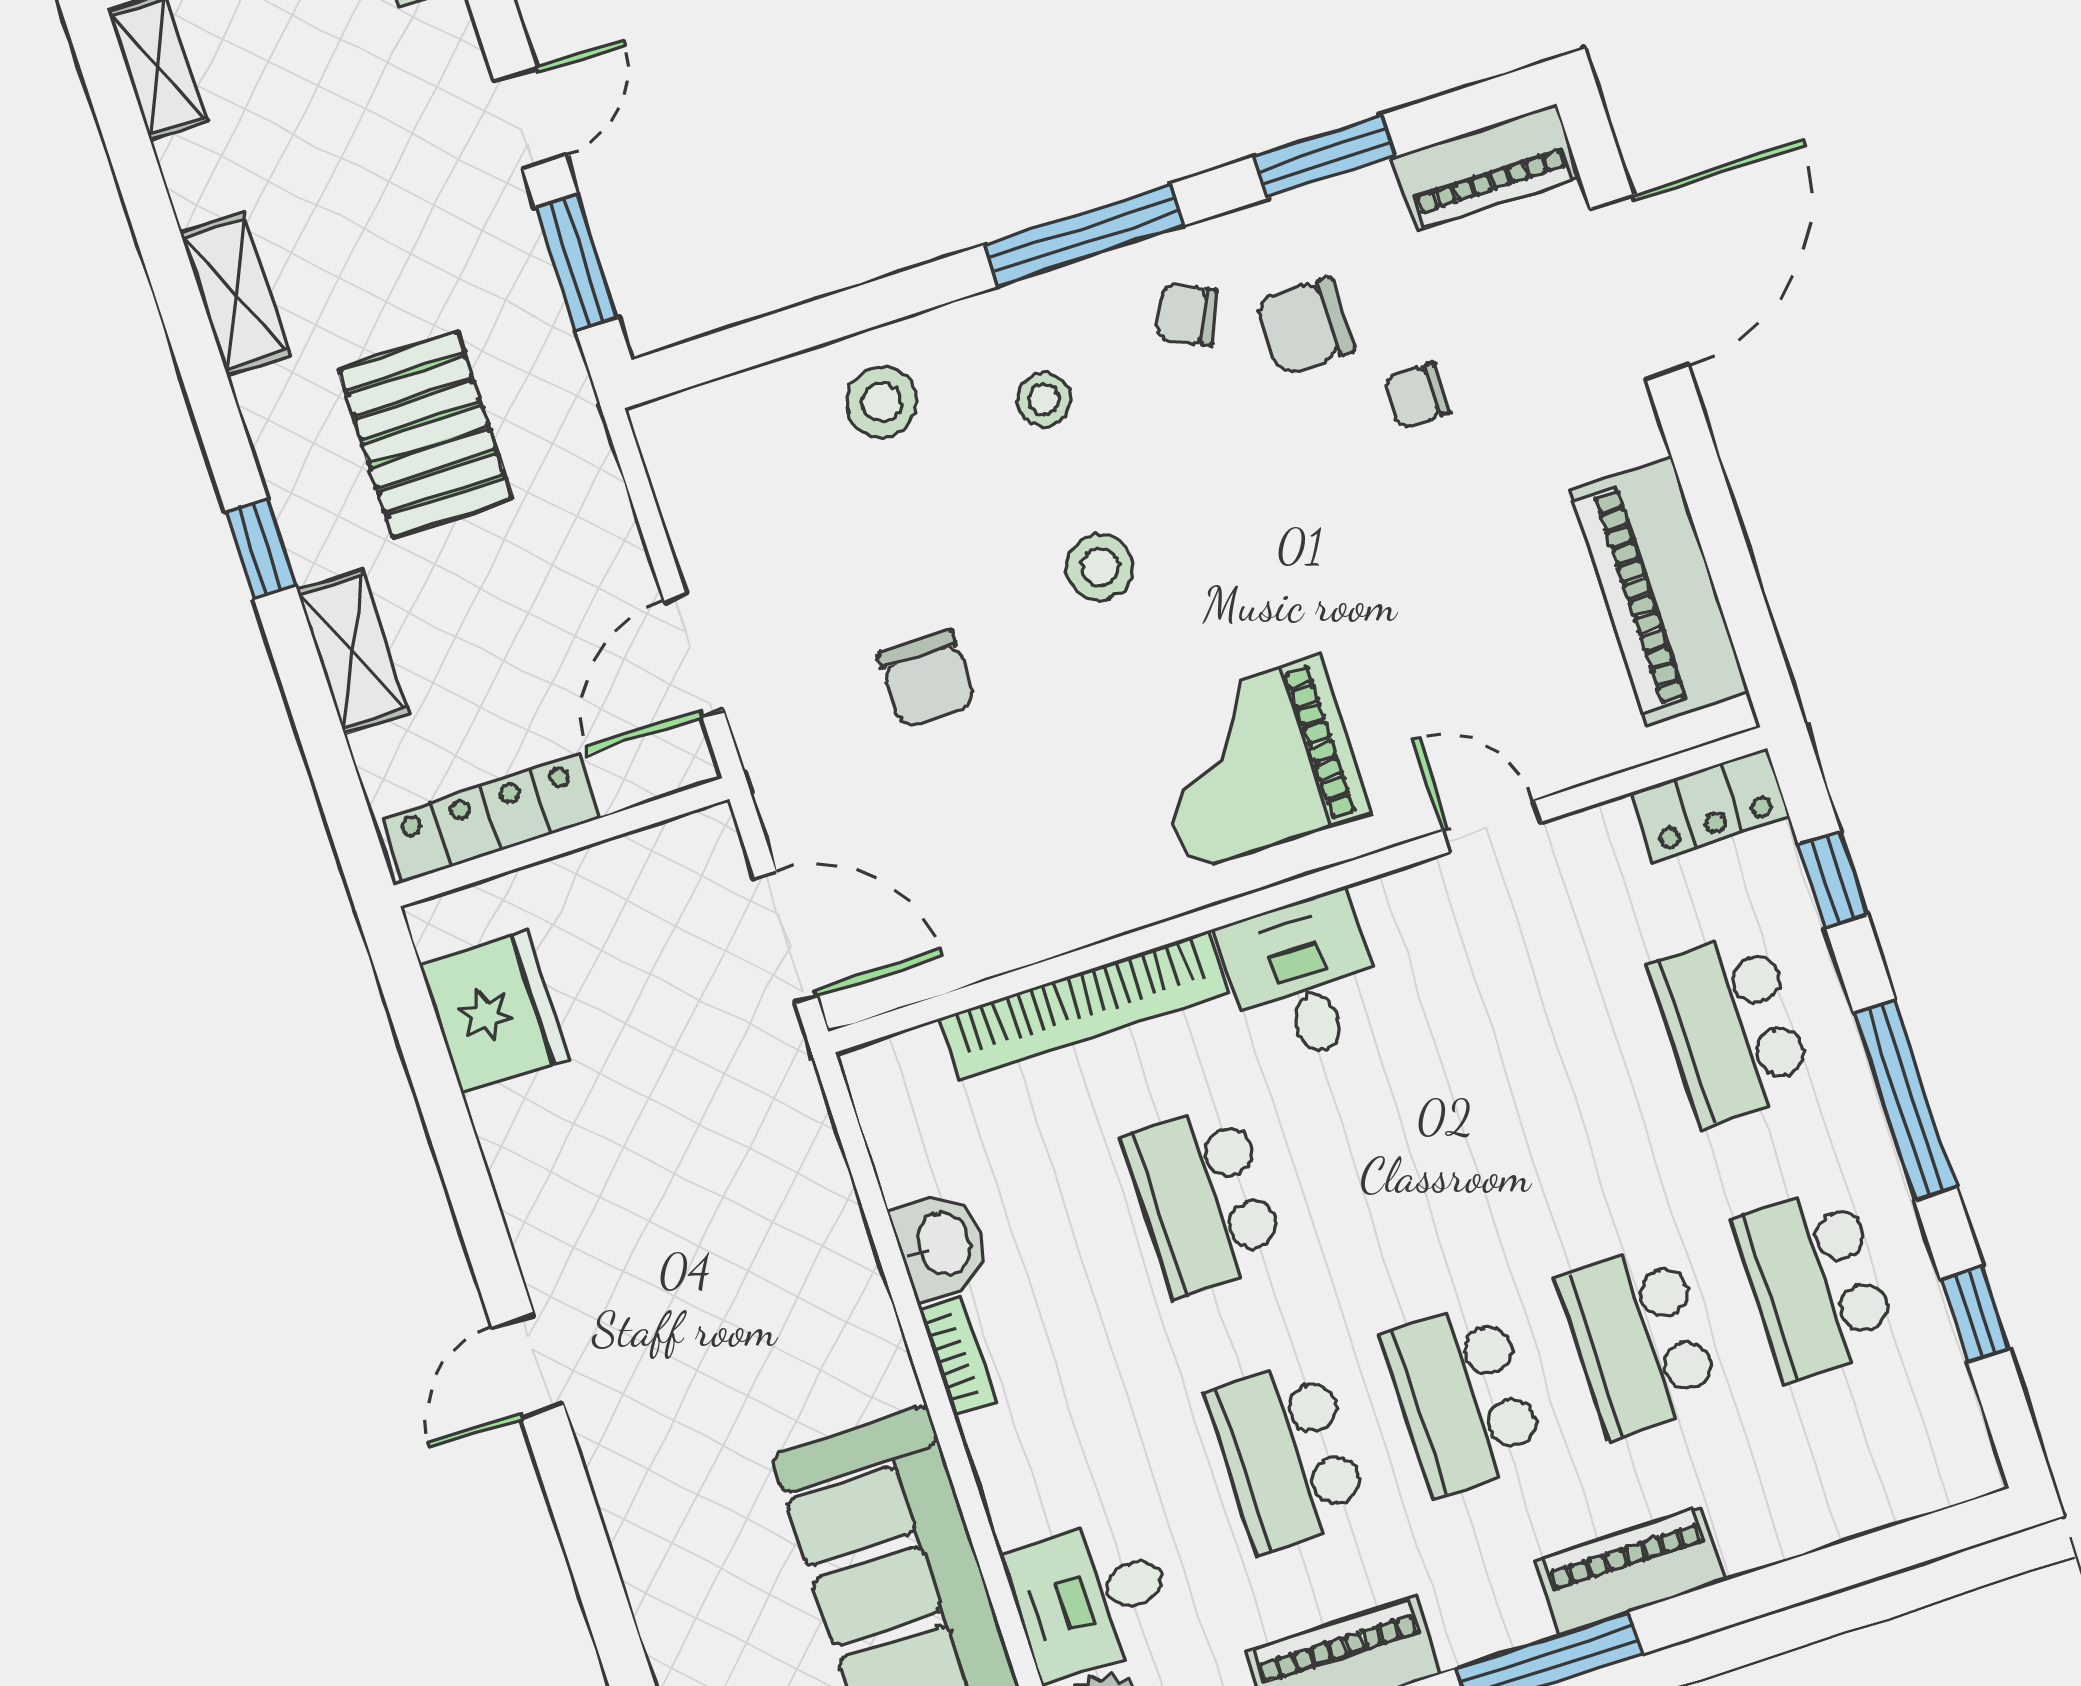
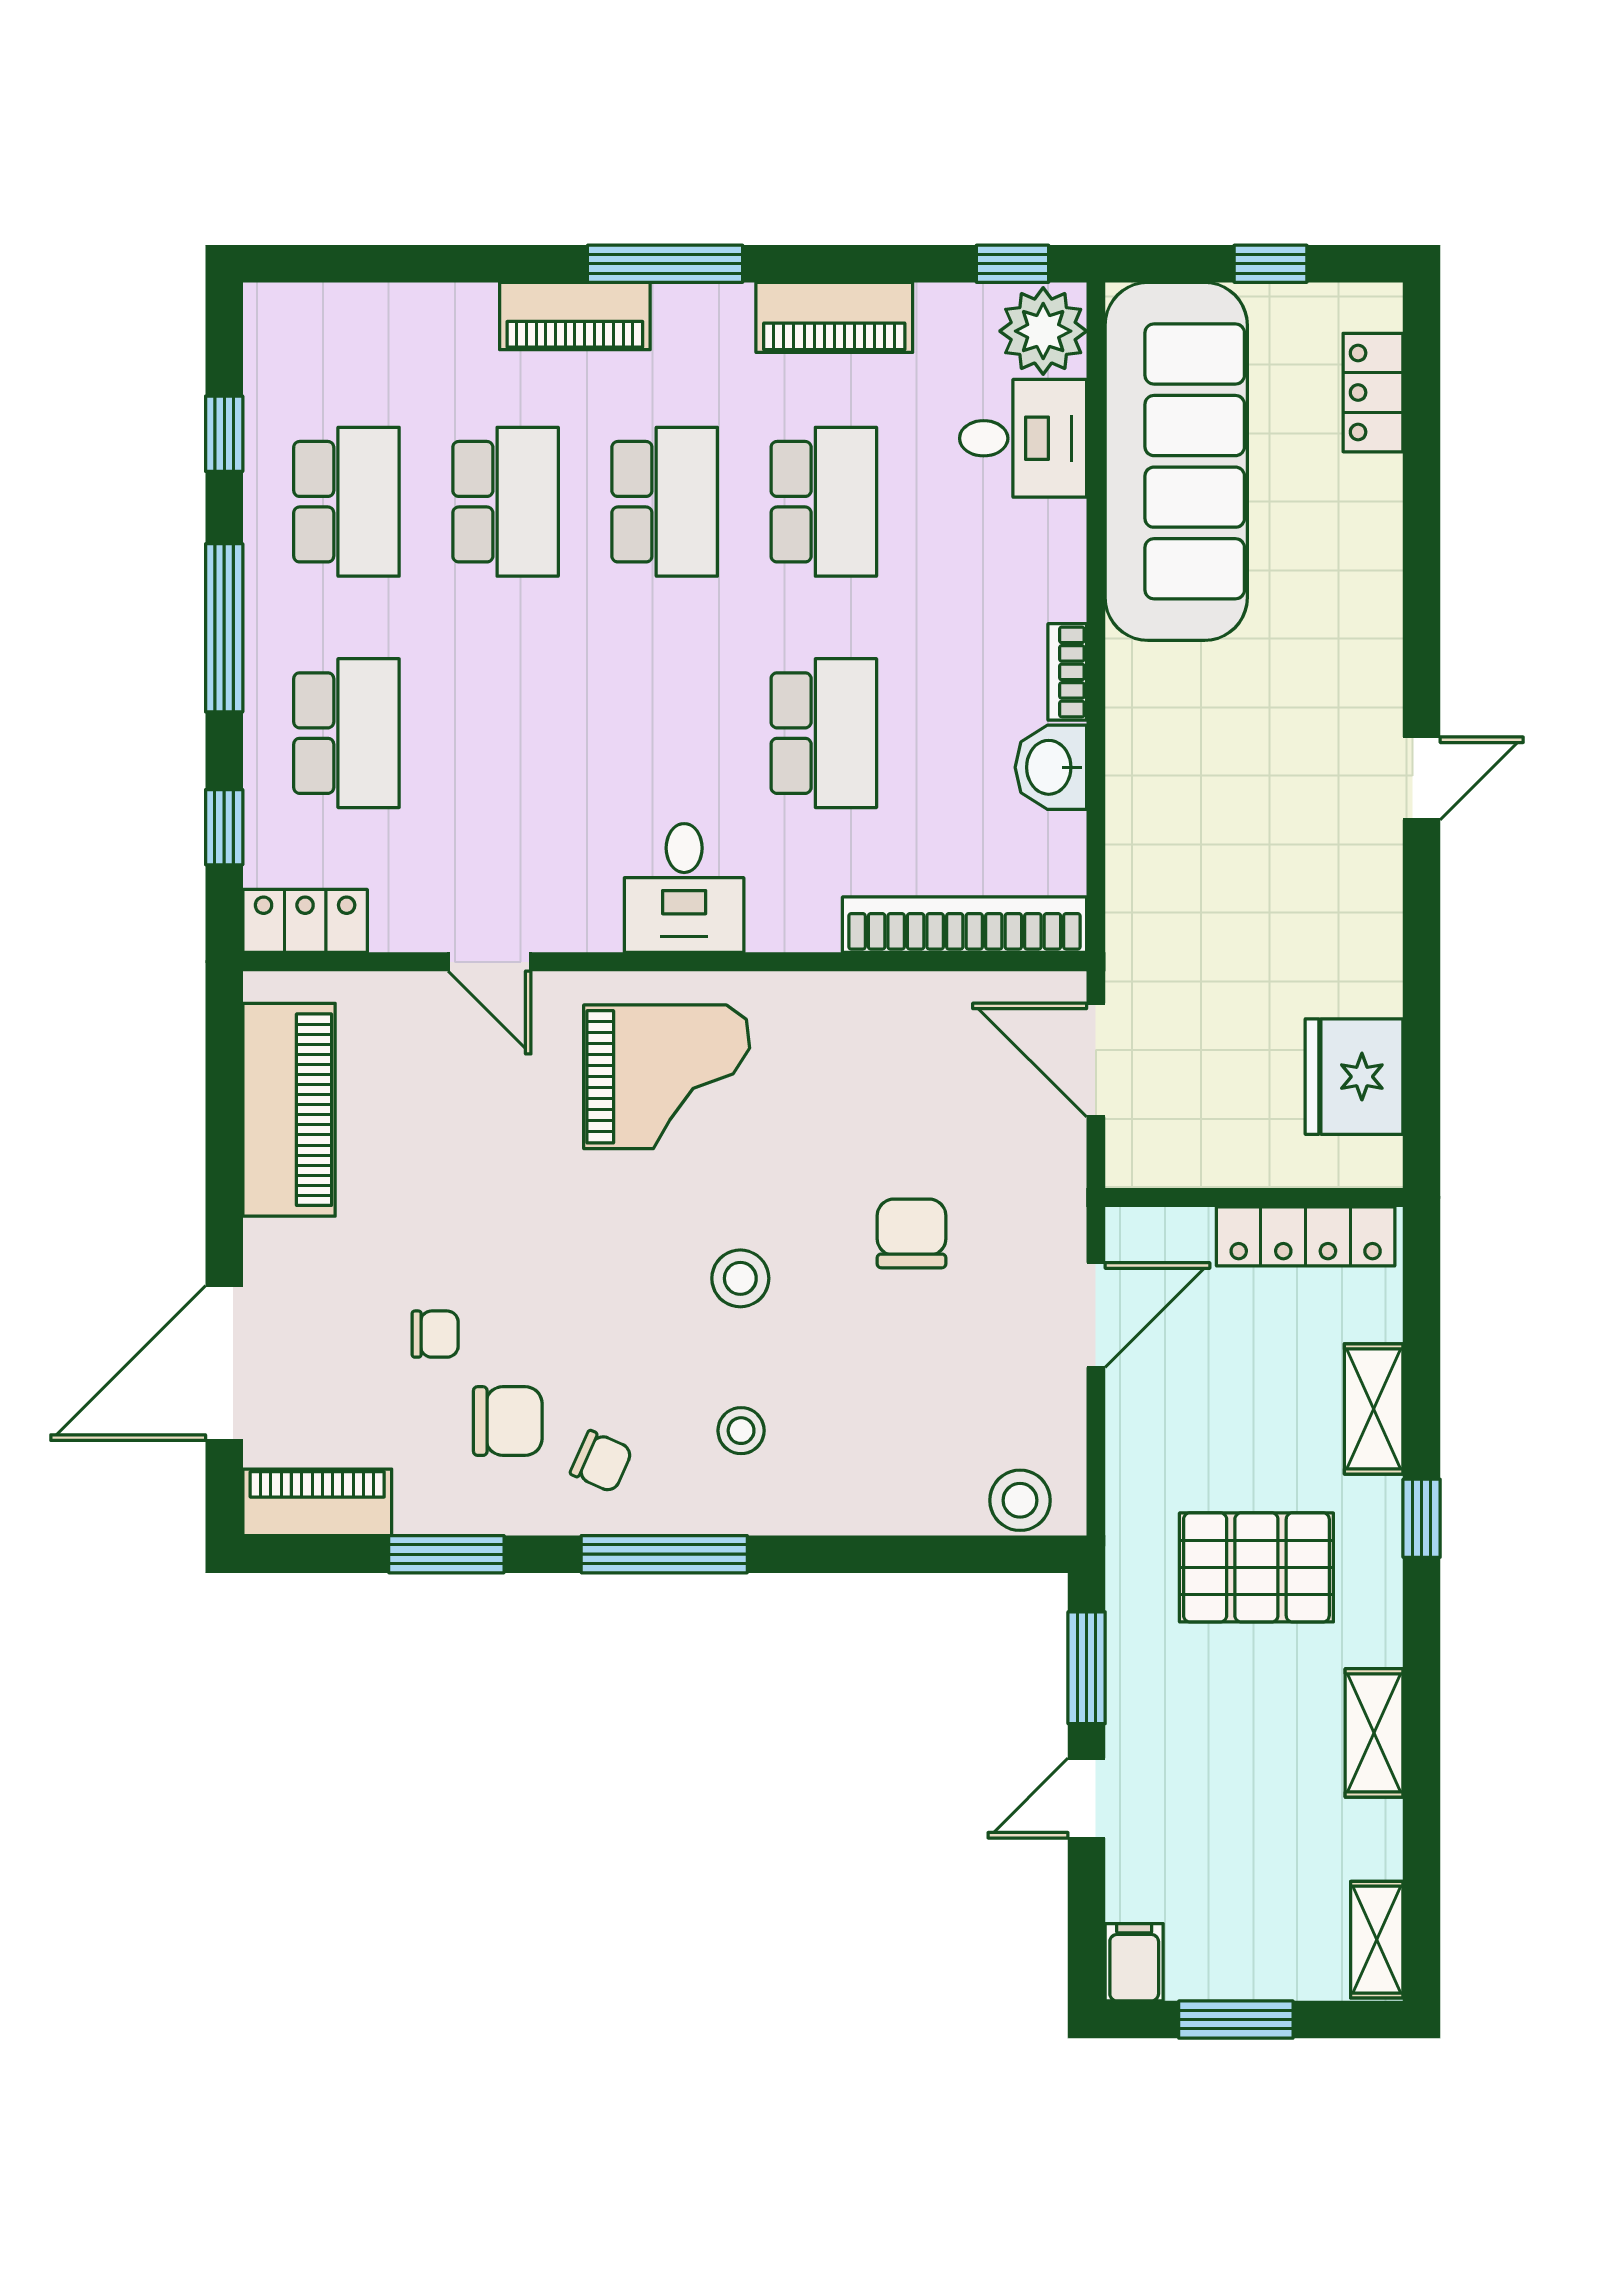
stool: (882, 402) -> (1020, 1500), moved
pallet: (425, 434) -> (1256, 1567), turned 90
bookcase: (1083, 1005) -> (964, 925), moved

